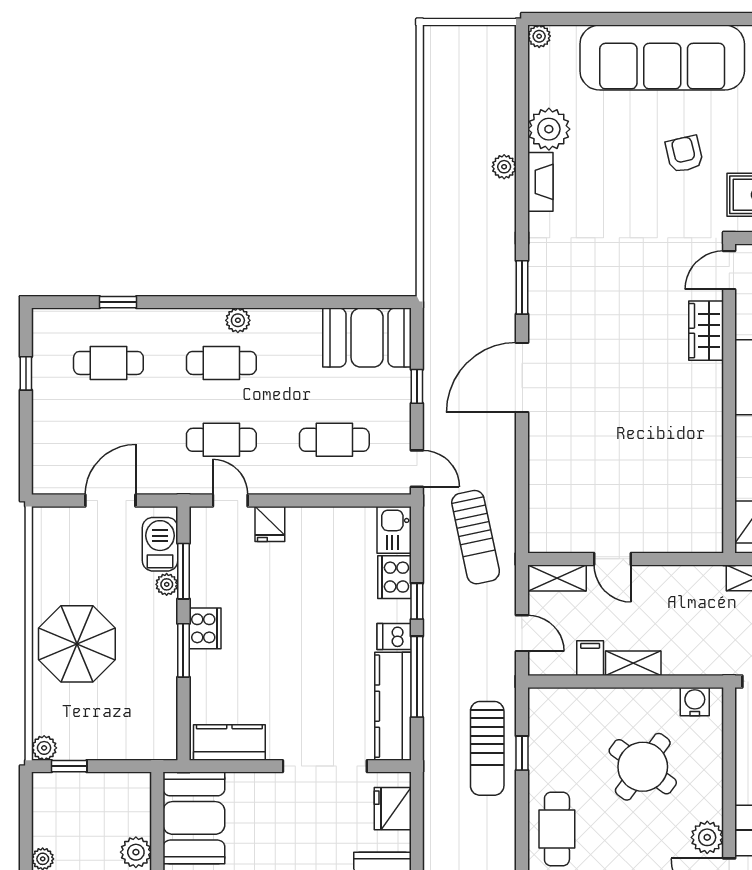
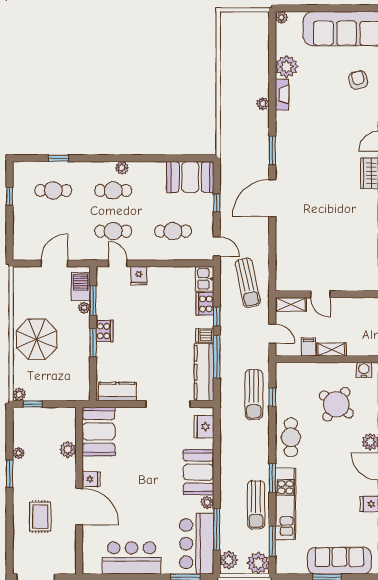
plant: (504, 167) -> (263, 104), moved

